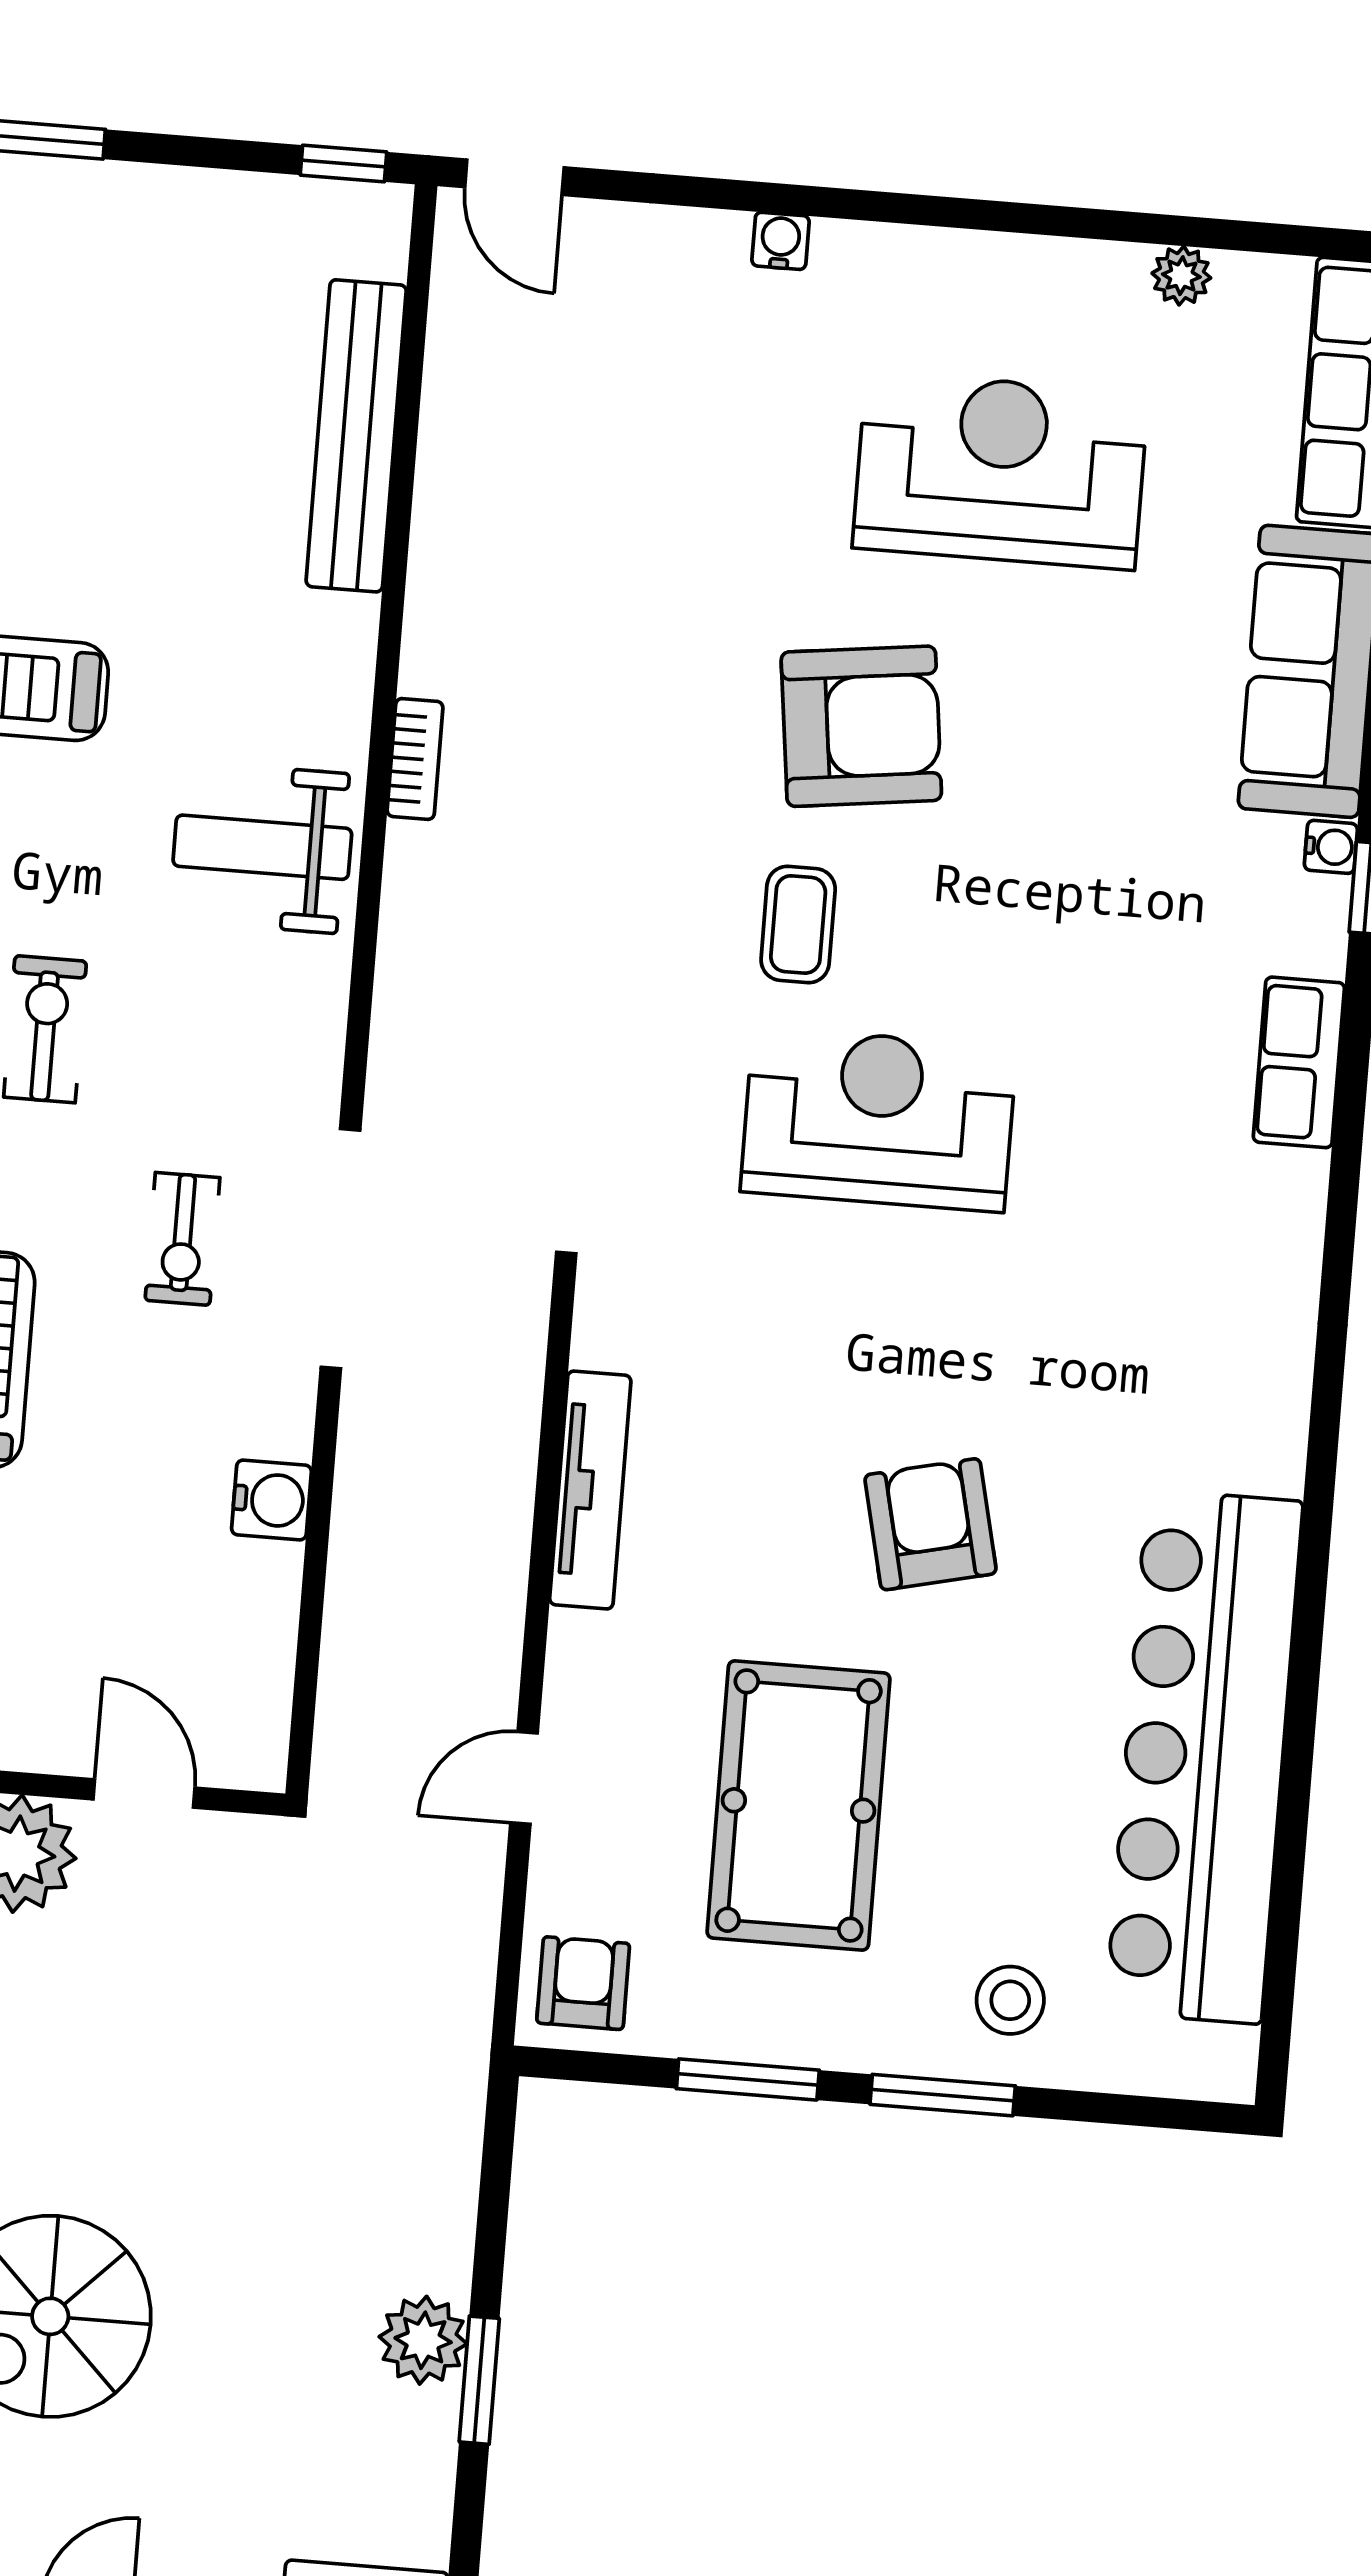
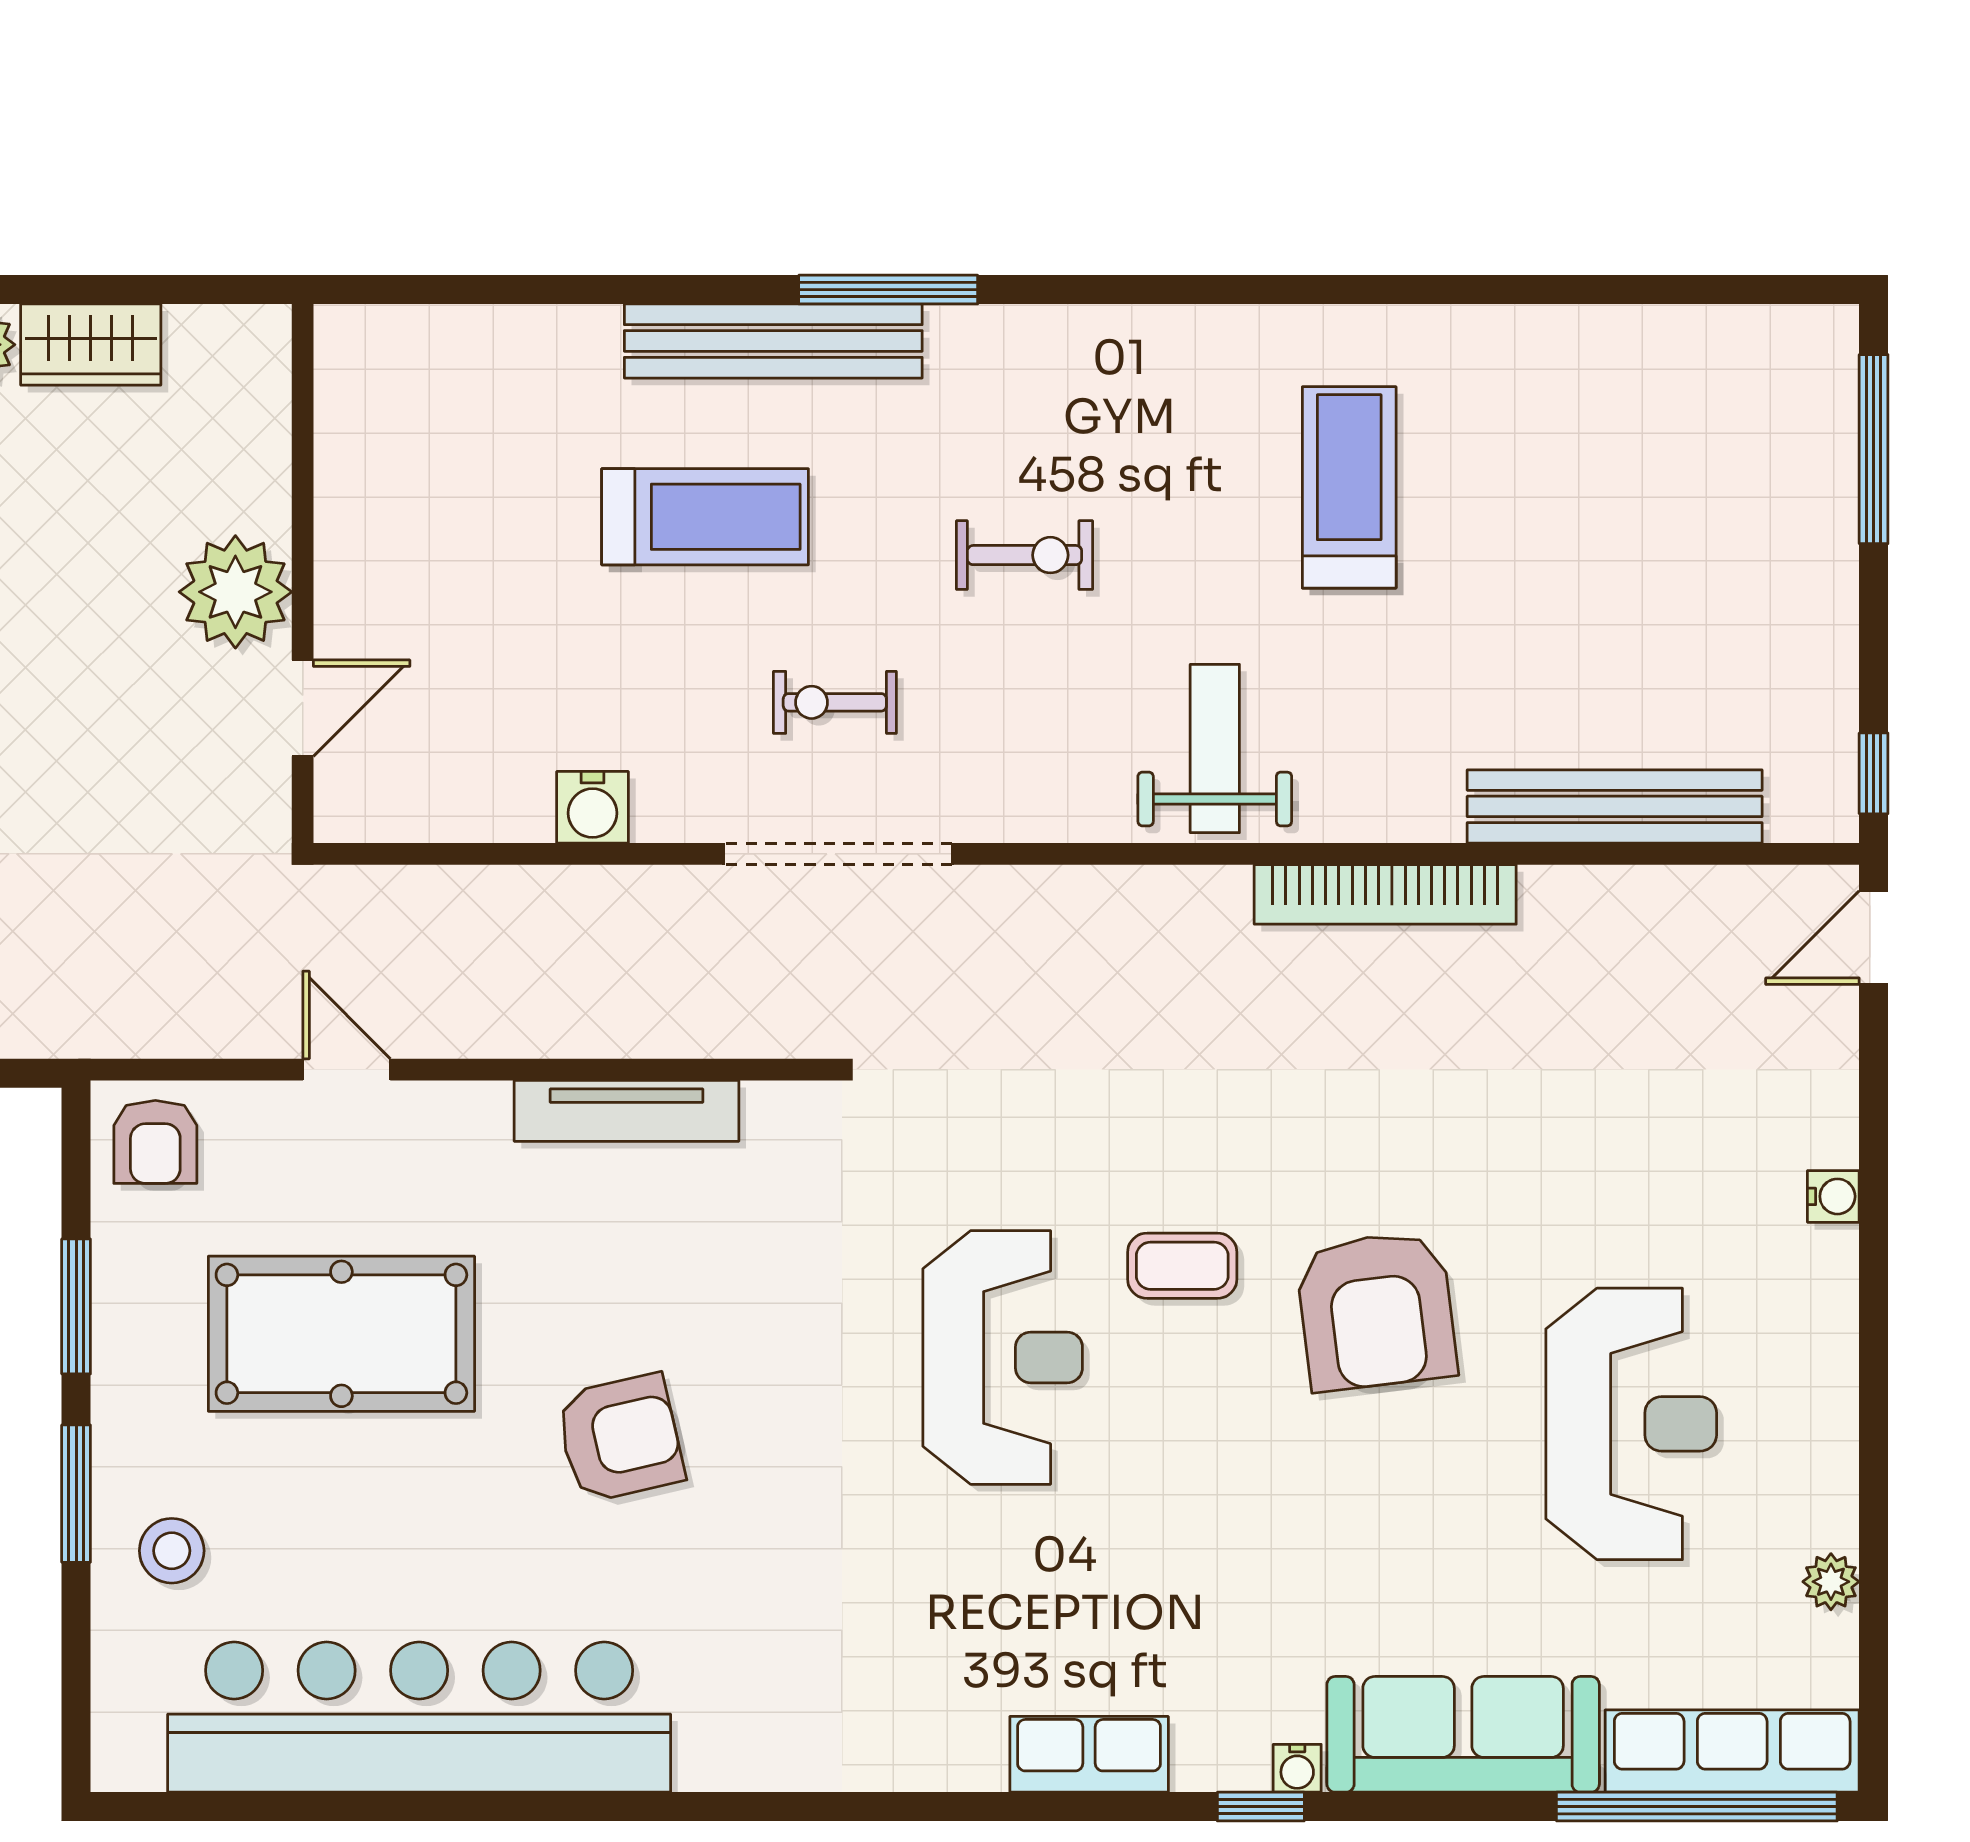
bookcase: (415, 759) -> (1385, 894), width x2.31, depth x1.31
armchair: (583, 1983) -> (155, 1142), turned 90

